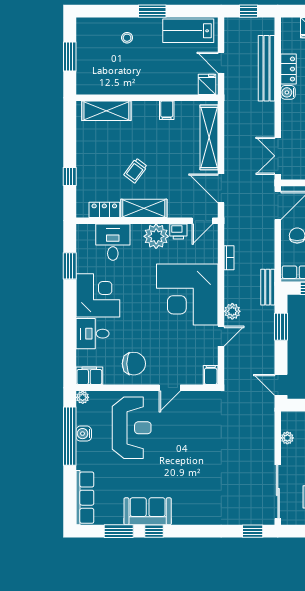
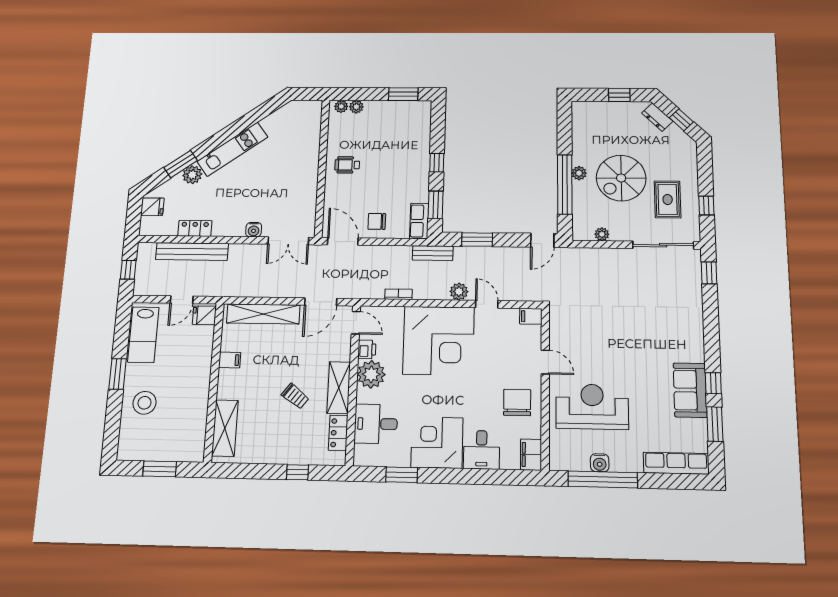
stool: (127, 38) -> (144, 403), width x1.89, depth x1.89
water cooler: (288, 92) -> (254, 230), moved
plant: (83, 397) -> (557, 463), removed

